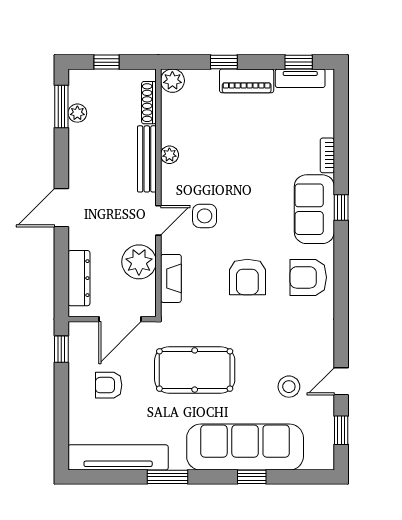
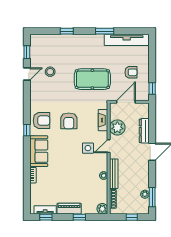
window: (341, 208) -> (27, 130), moved
armchair: (247, 277) -> (69, 121), turned 180
dresser: (79, 278) -> (144, 131), moved
sofa: (245, 447) -> (70, 45), removed

